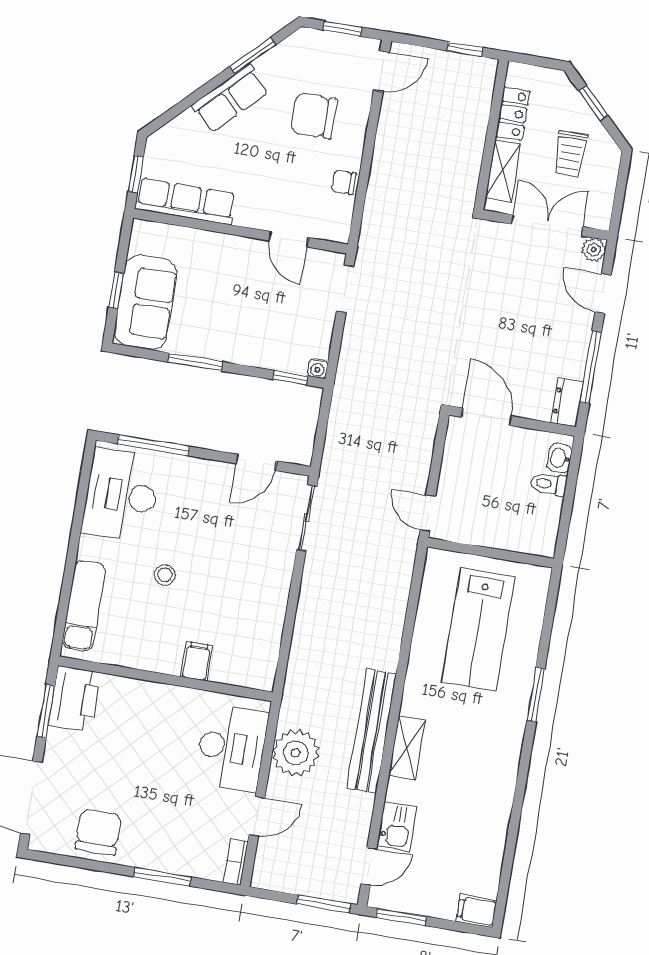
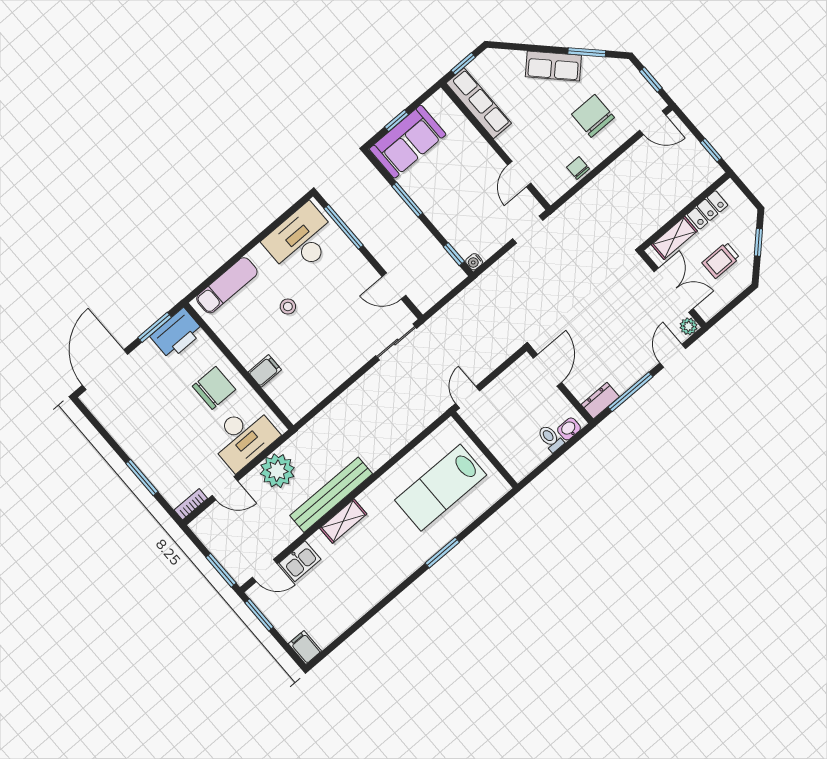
chair: (98, 832) -> (214, 388), moved

